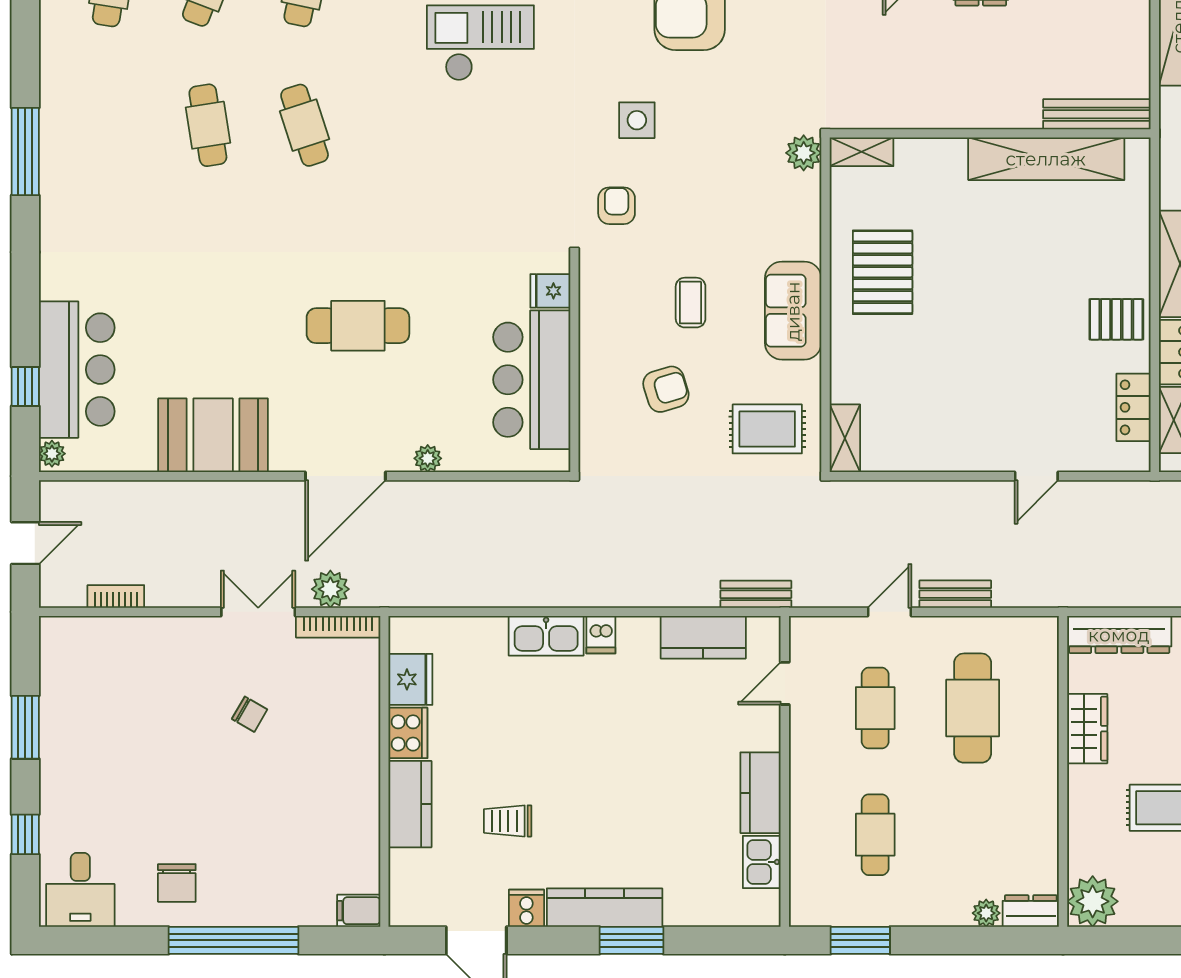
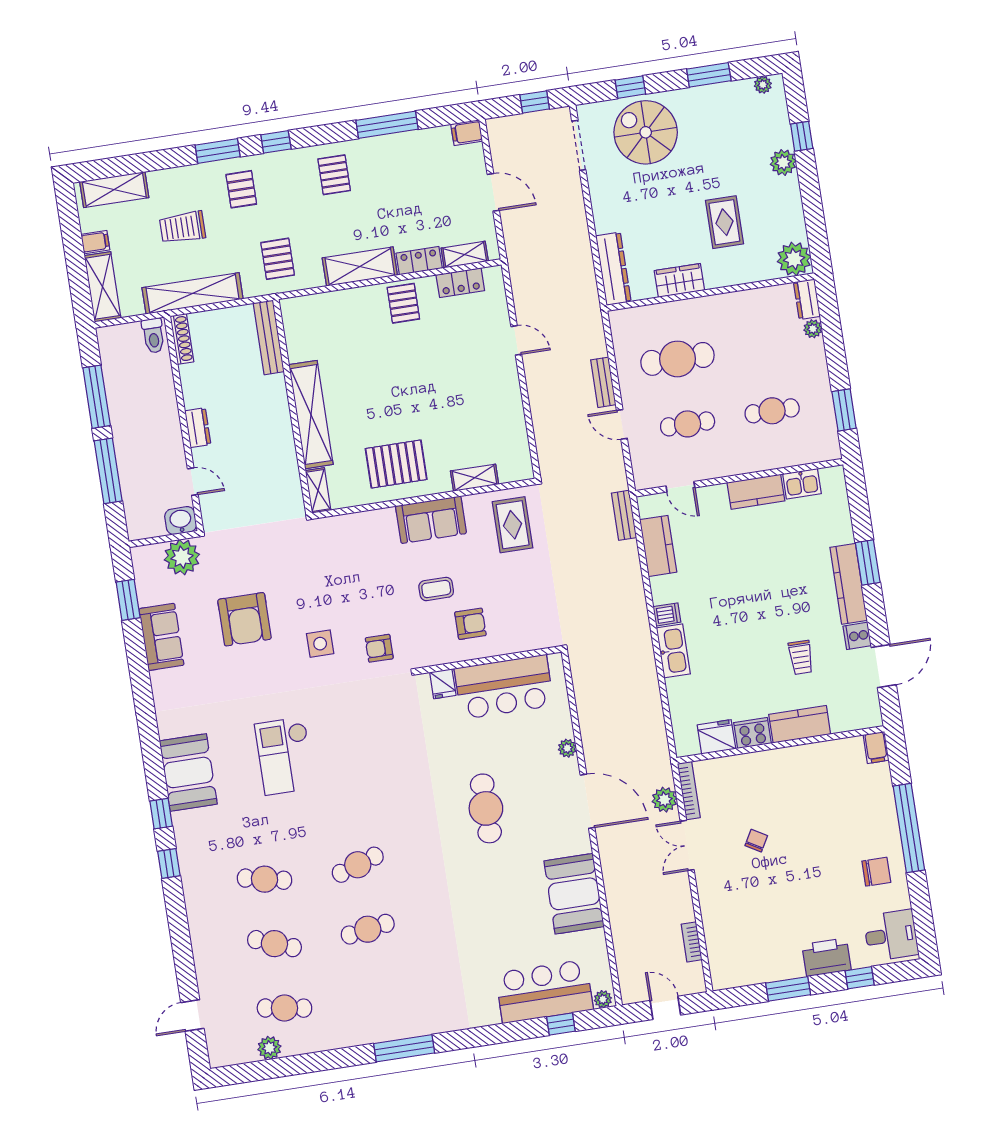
plant: (804, 153) -> (325, 529), removed
shelving: (1046, 159) -> (311, 415), moved
armchair: (666, 389) -> (470, 624), moved, turned 107
shelving: (845, 438) -> (475, 478), moved
printer: (63, 791) -> (826, 957), added

